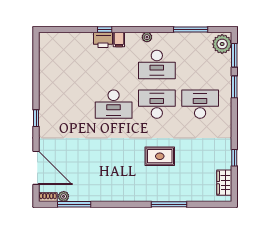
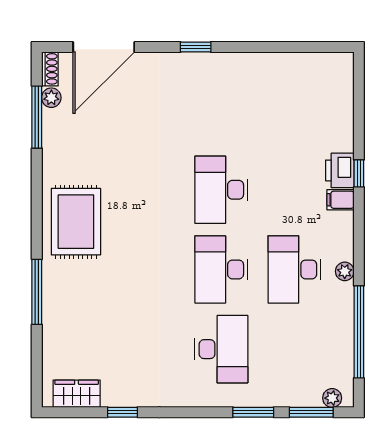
window: (191, 29) -> (359, 332), width x1.46
plant: (147, 37) -> (345, 271), moved
plant: (222, 44) -> (332, 398), width x0.53, depth x0.53
desk: (157, 104) -> (221, 269), turned 180
rug: (160, 156) -> (76, 222), moved, width x1.36, depth x1.43

